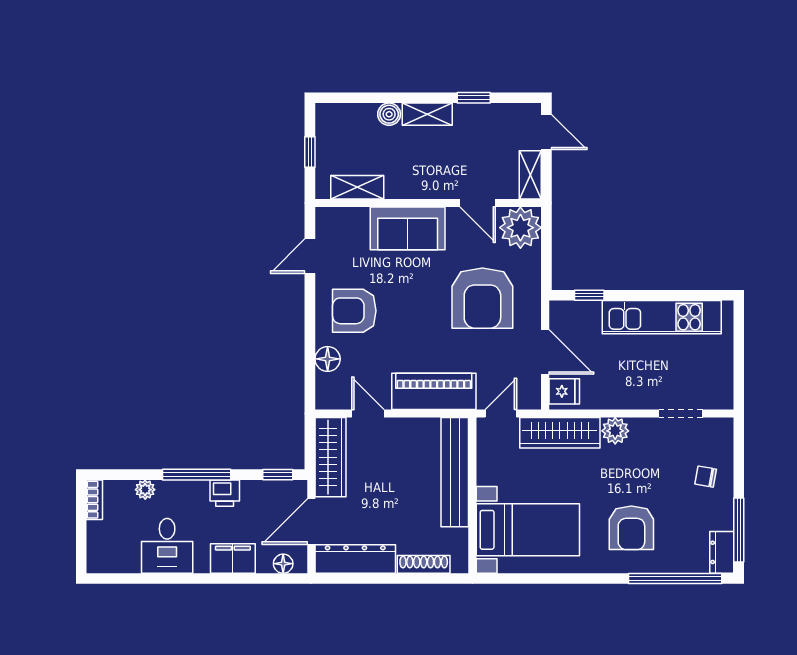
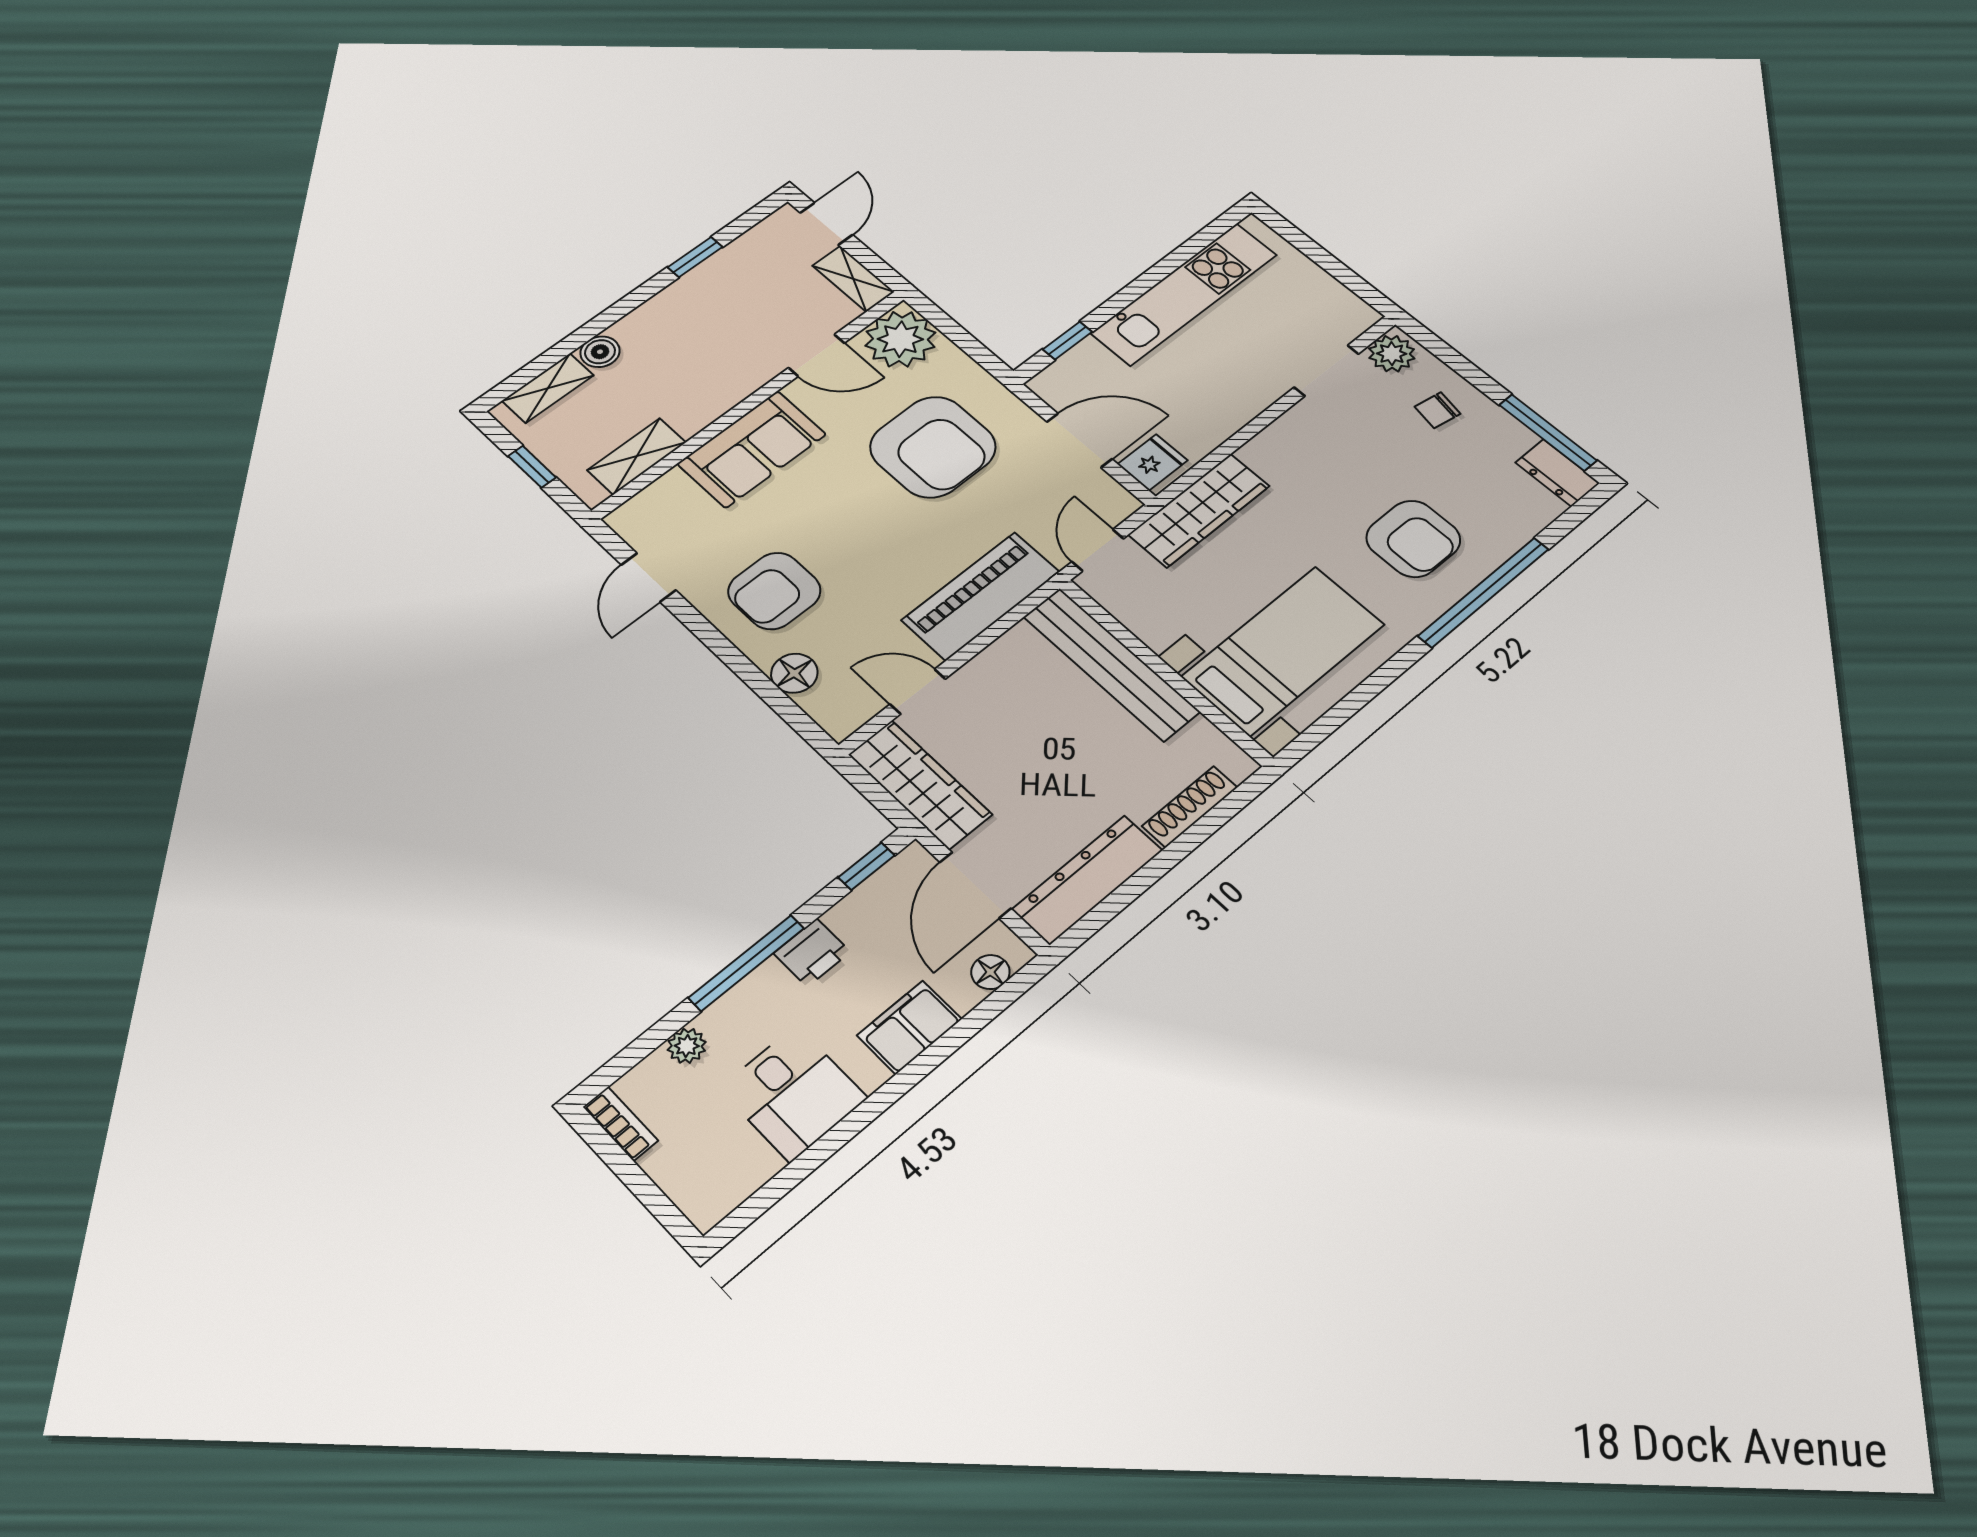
shelving: (427, 114) -> (548, 388), moved
door: (546, 132) -> (826, 224), hinge flipped
plant: (615, 431) -> (1392, 354), moved
window: (675, 579) -> (1484, 592), moved

